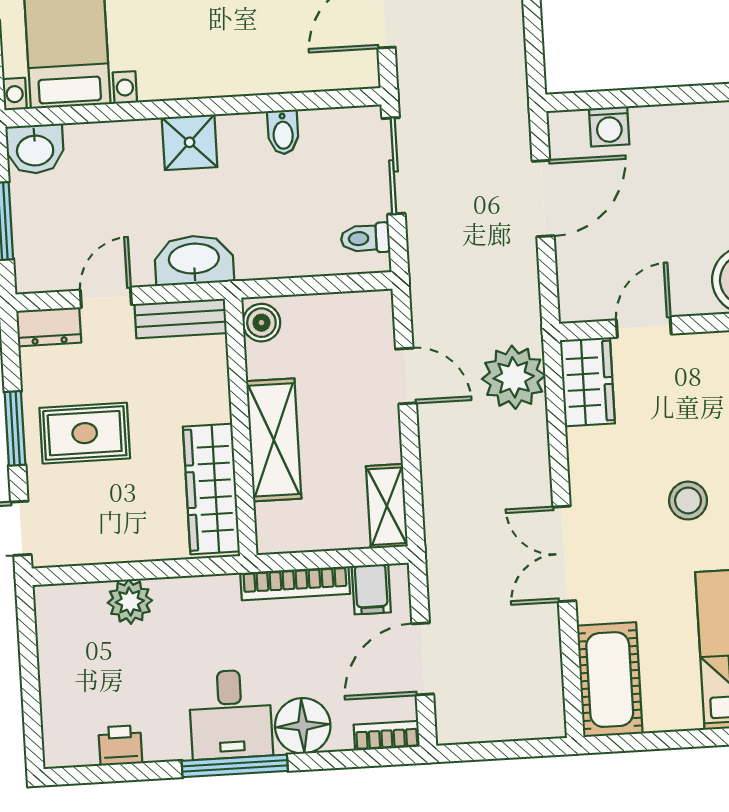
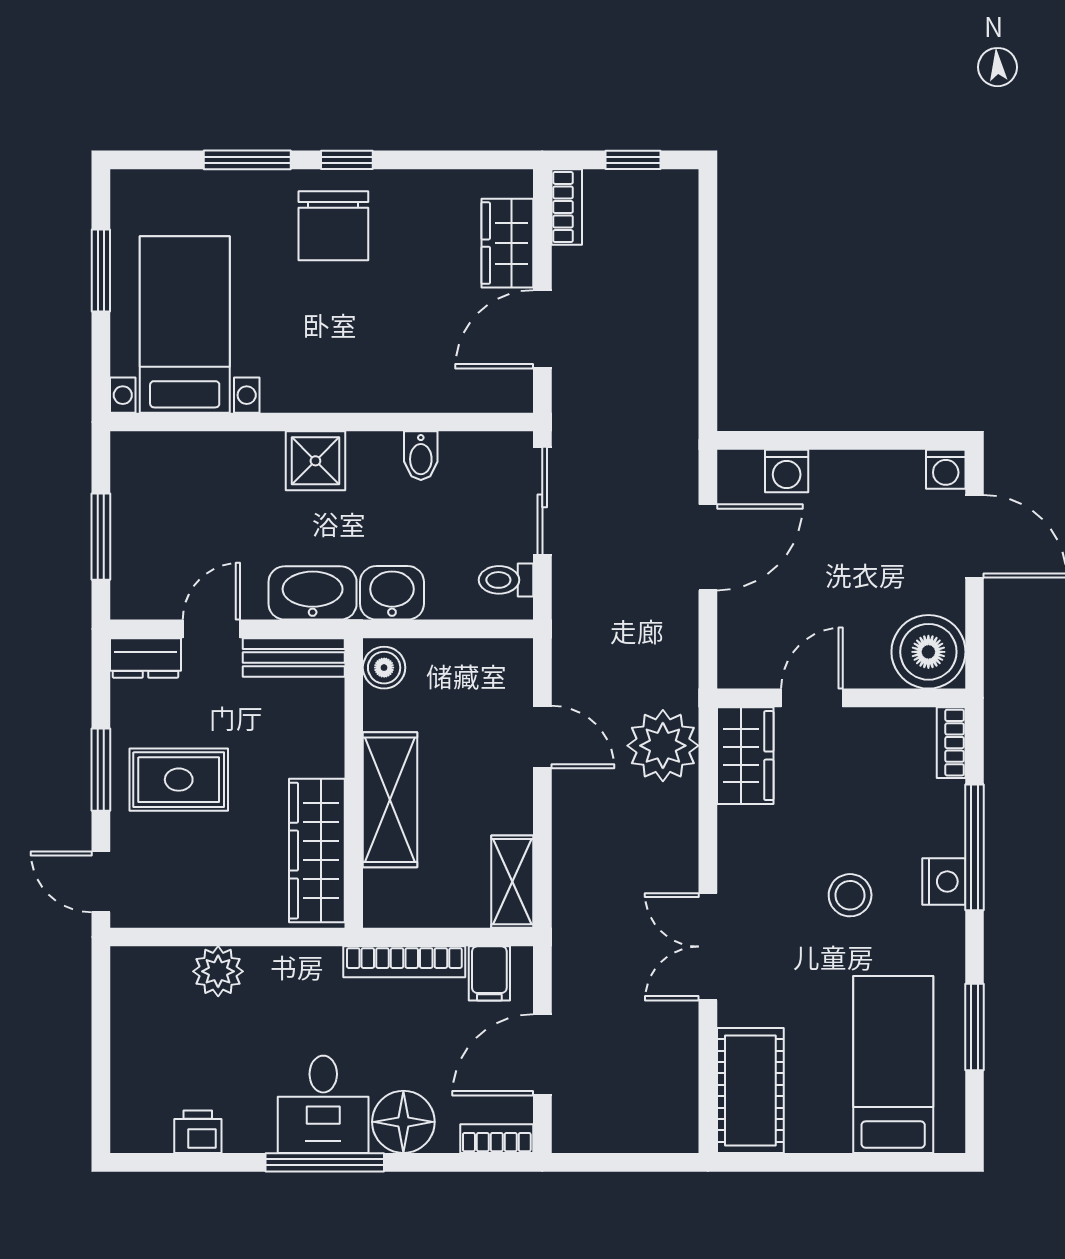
washbasin: (35, 149) -> (392, 593), moved, turned 180

